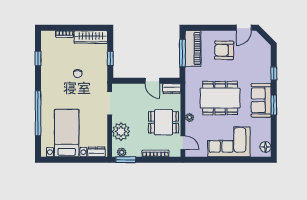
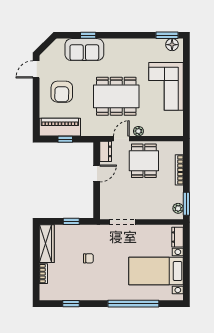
door: (244, 28) -> (36, 69), swing flipped
window: (182, 53) -> (65, 139), width x0.46
dining table: (220, 98) -> (116, 96), turned 90
sofa: (261, 100) -> (84, 50), moved
window: (274, 105) -> (167, 35), moved
plant: (121, 131) -> (154, 209), removed
door: (183, 143) -> (121, 139), moved

